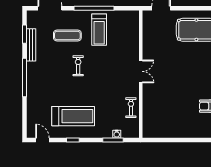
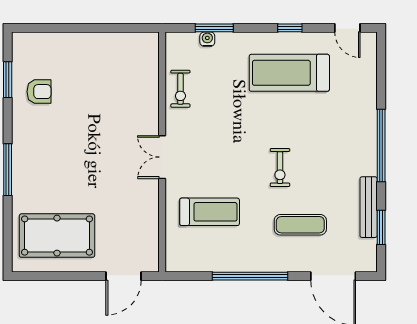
treadmill: (99, 30) -> (210, 212), moved, turned 90

